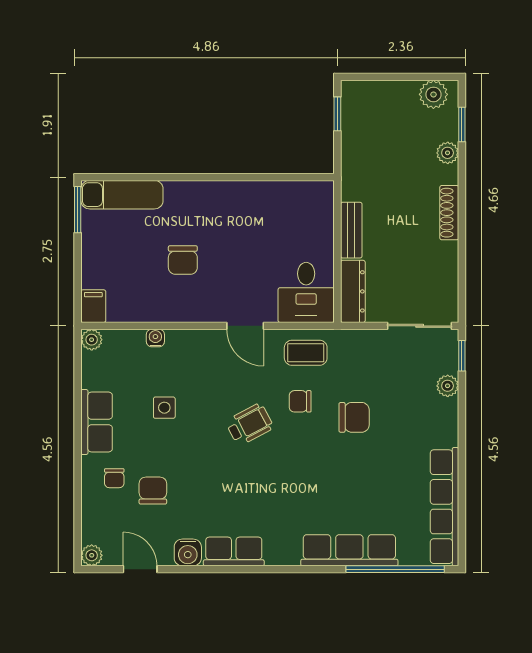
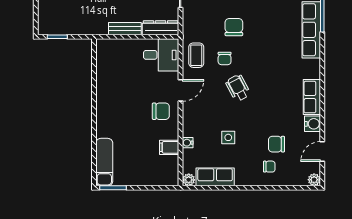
chair: (183, 260) -> (161, 111), moved
filing cabinet: (93, 306) -> (169, 147), moved
row of seats: (97, 422) -> (215, 177), moved

